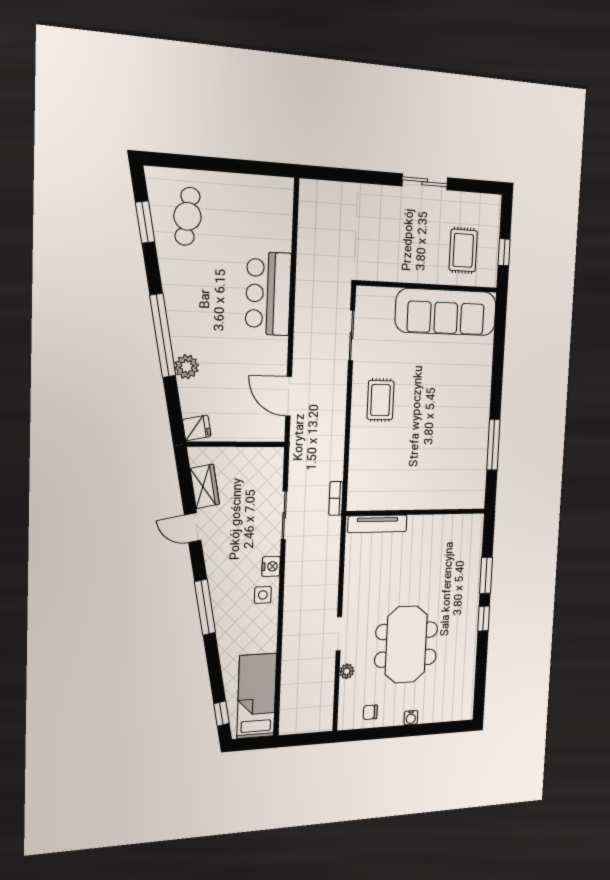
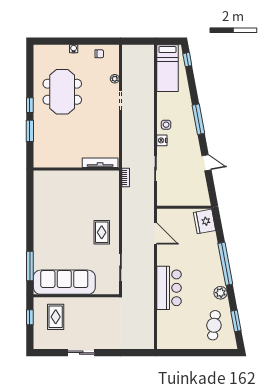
plant: (187, 367) -> (221, 293), moved
fridge: (197, 428) -> (204, 221), width x1.88, depth x1.34
window: (493, 445) -> (30, 266), moved
wardrobe: (205, 486) -> (201, 185), removed
meeting table: (406, 645) -> (62, 92), moved

